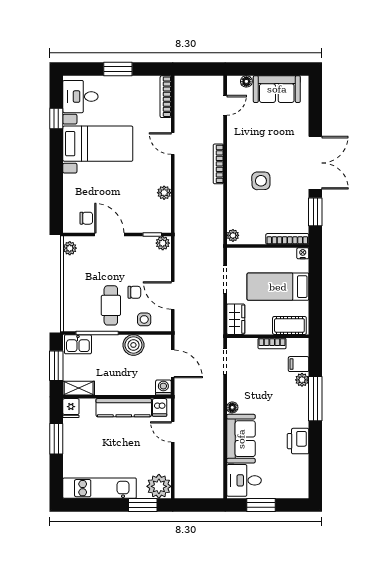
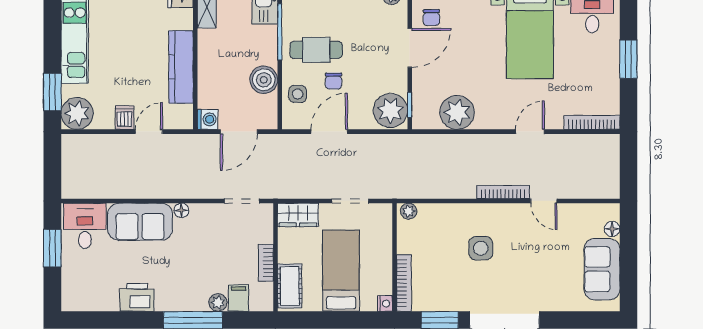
door: (225, 105) -> (544, 201), moved
plant: (164, 193) -> (457, 112), width x1.88, depth x1.88
plant: (163, 243) -> (390, 110), width x1.88, depth x1.88
dishwasher: (160, 407) -> (124, 118), moved, turned 90

